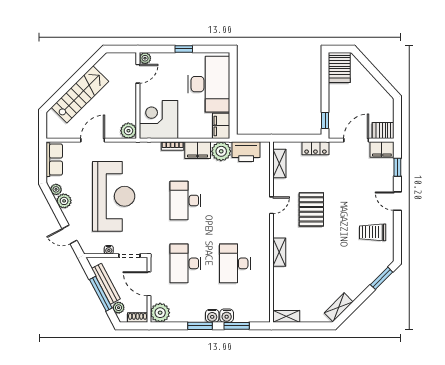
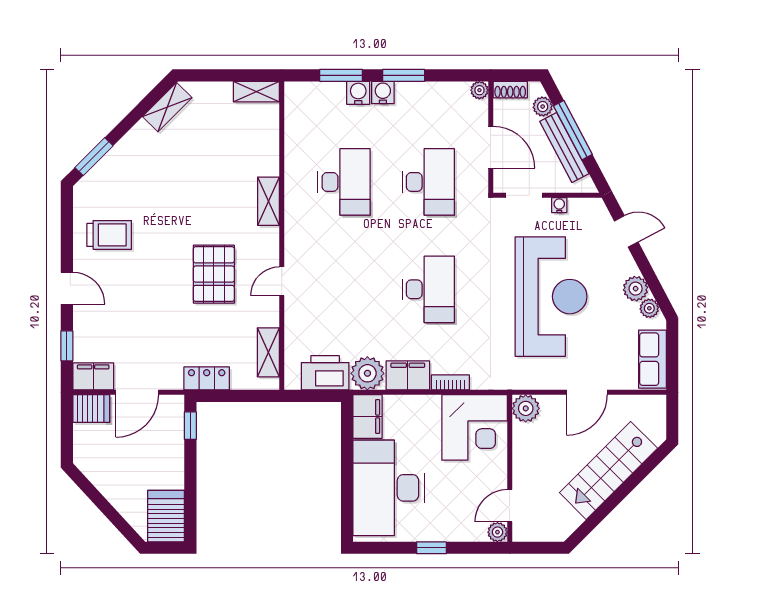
reception desk: (114, 196) -> (551, 297), turned 180
plant: (160, 313) -> (479, 90), width x0.53, depth x0.53

